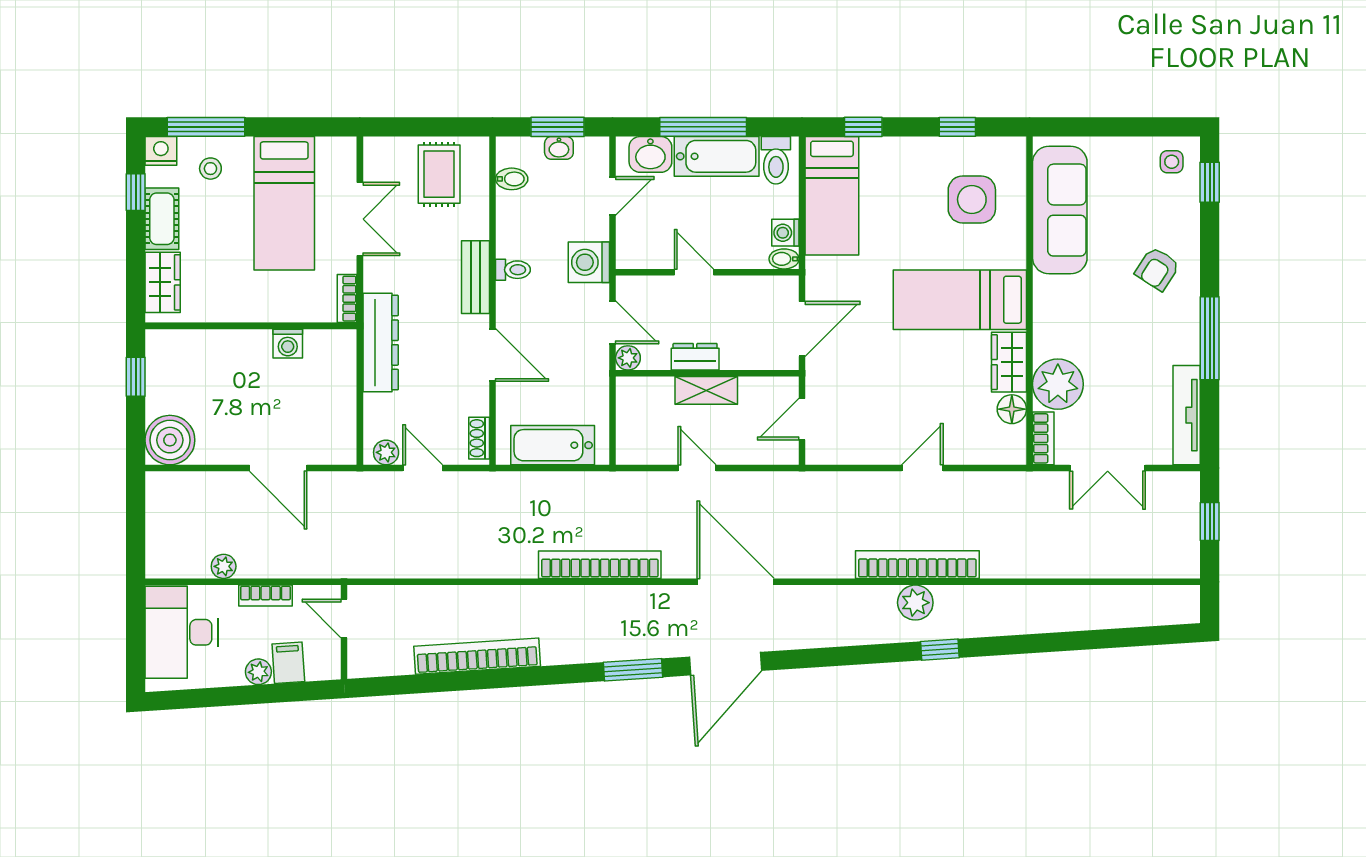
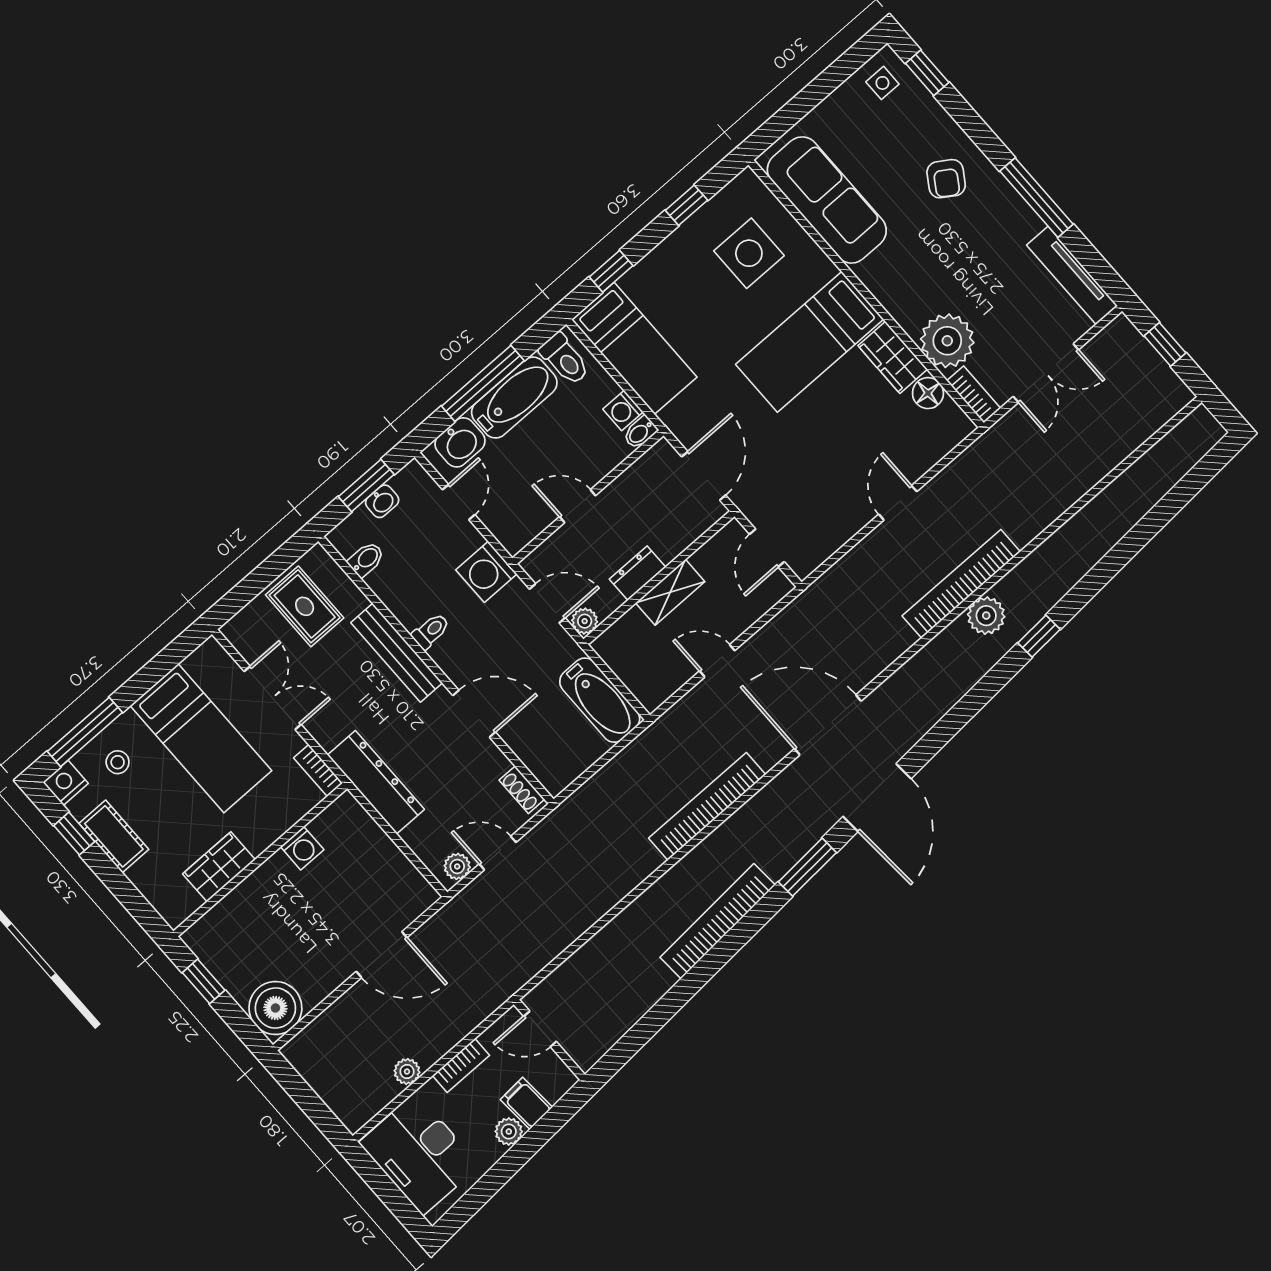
bench: (475, 277) -> (397, 653), width x1.36
wardrobe: (163, 282) -> (219, 867), moved, turned -90
bathtub: (553, 445) -> (600, 700), moved, turned -90
bookcase: (477, 656) -> (718, 921), moved

